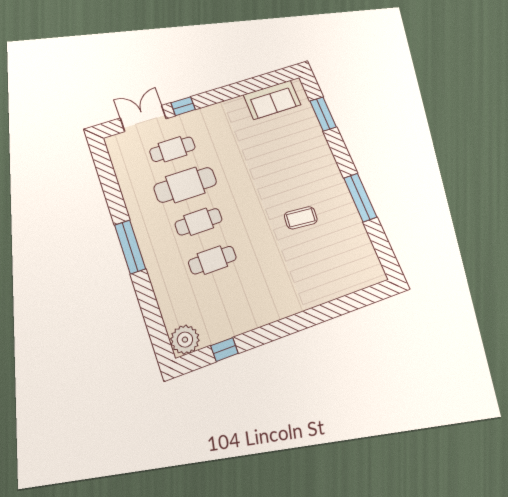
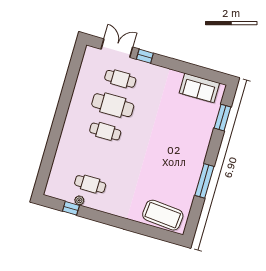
coffee table: (301, 218) -> (163, 215), moved, width x1.86, depth x1.72
window: (130, 247) -> (59, 120), removed
cafe table: (212, 260) -> (90, 184), moved
plant: (185, 340) -> (79, 200), moved, width x0.53, depth x0.53

